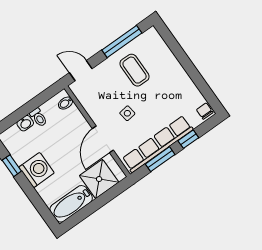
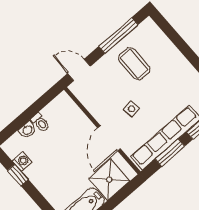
bidet: (66, 103) -> (67, 105), removed
washing machine: (37, 170) -> (22, 161), moved, width x0.53, depth x0.53

